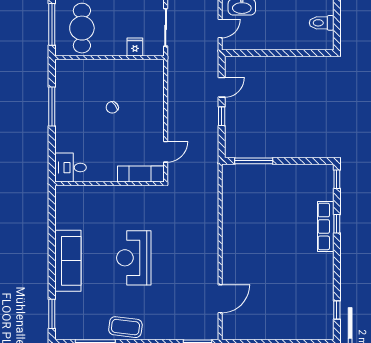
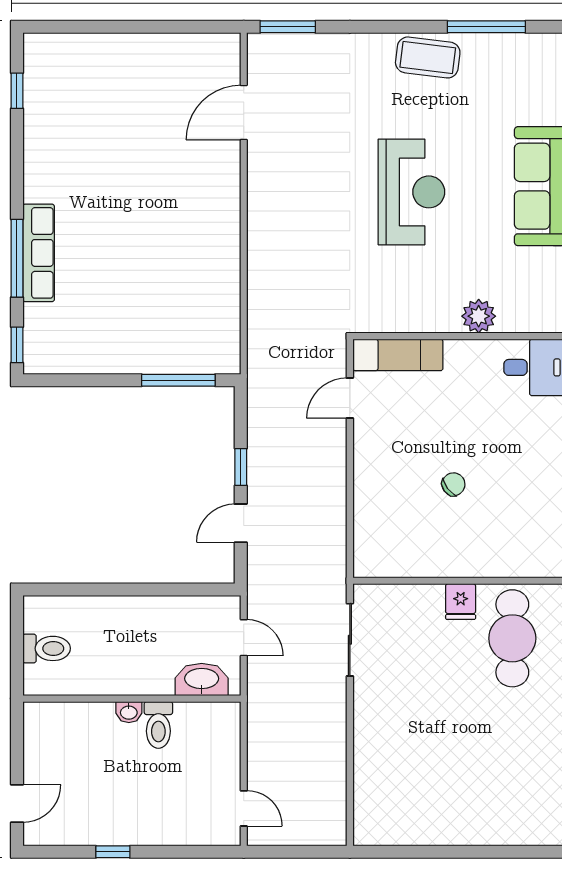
door: (220, 28) -> (244, 638), swing flipped
fridge: (135, 47) -> (461, 602), moved
plant: (99, 194) -> (479, 316), added
window: (337, 224) -> (17, 258), width x2.17

